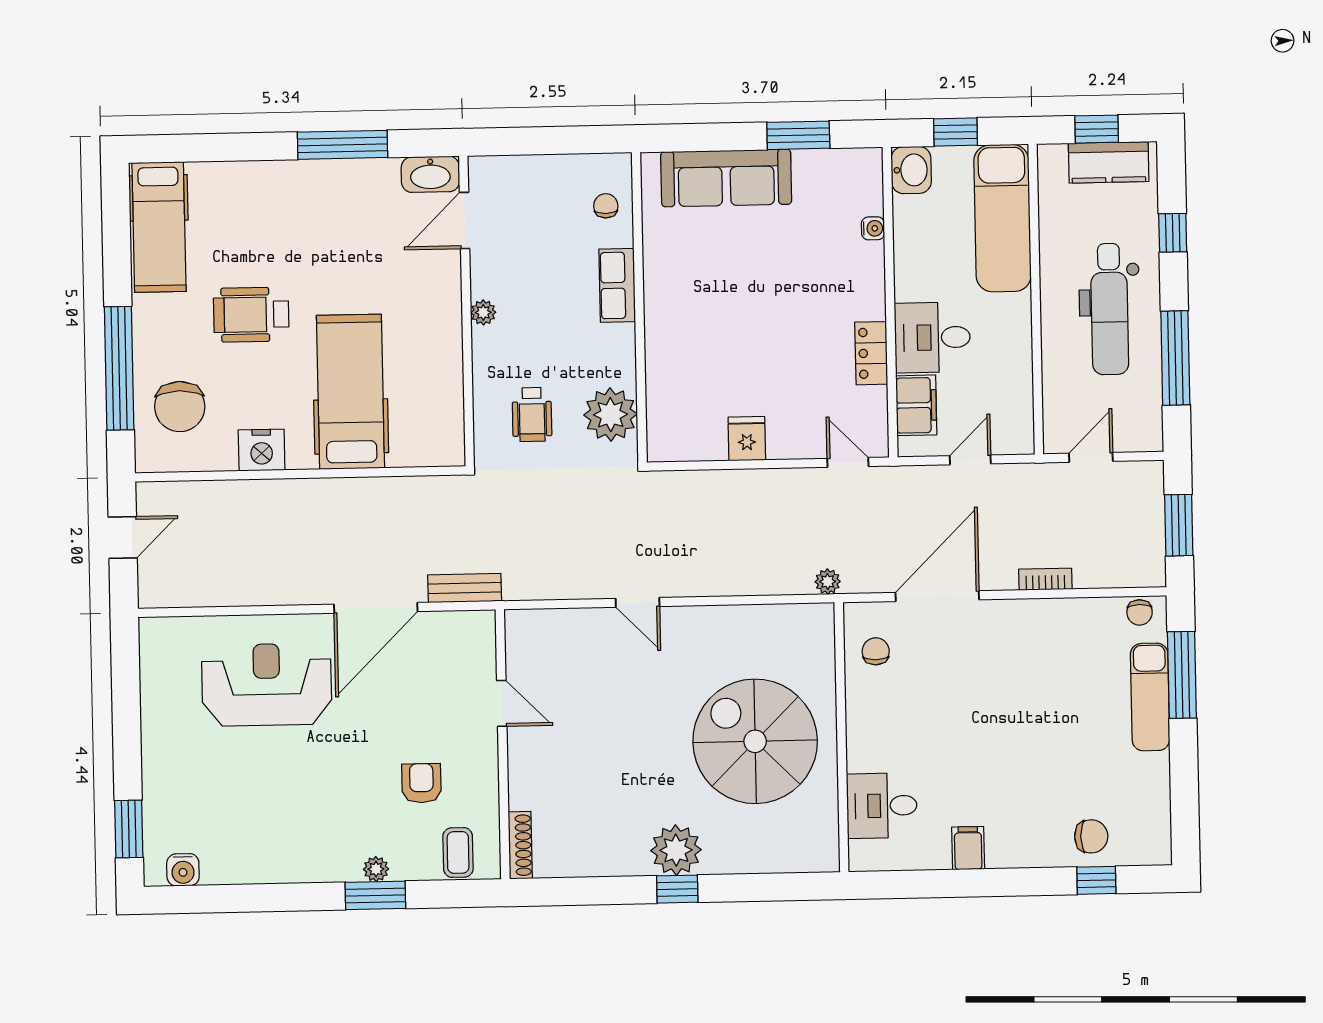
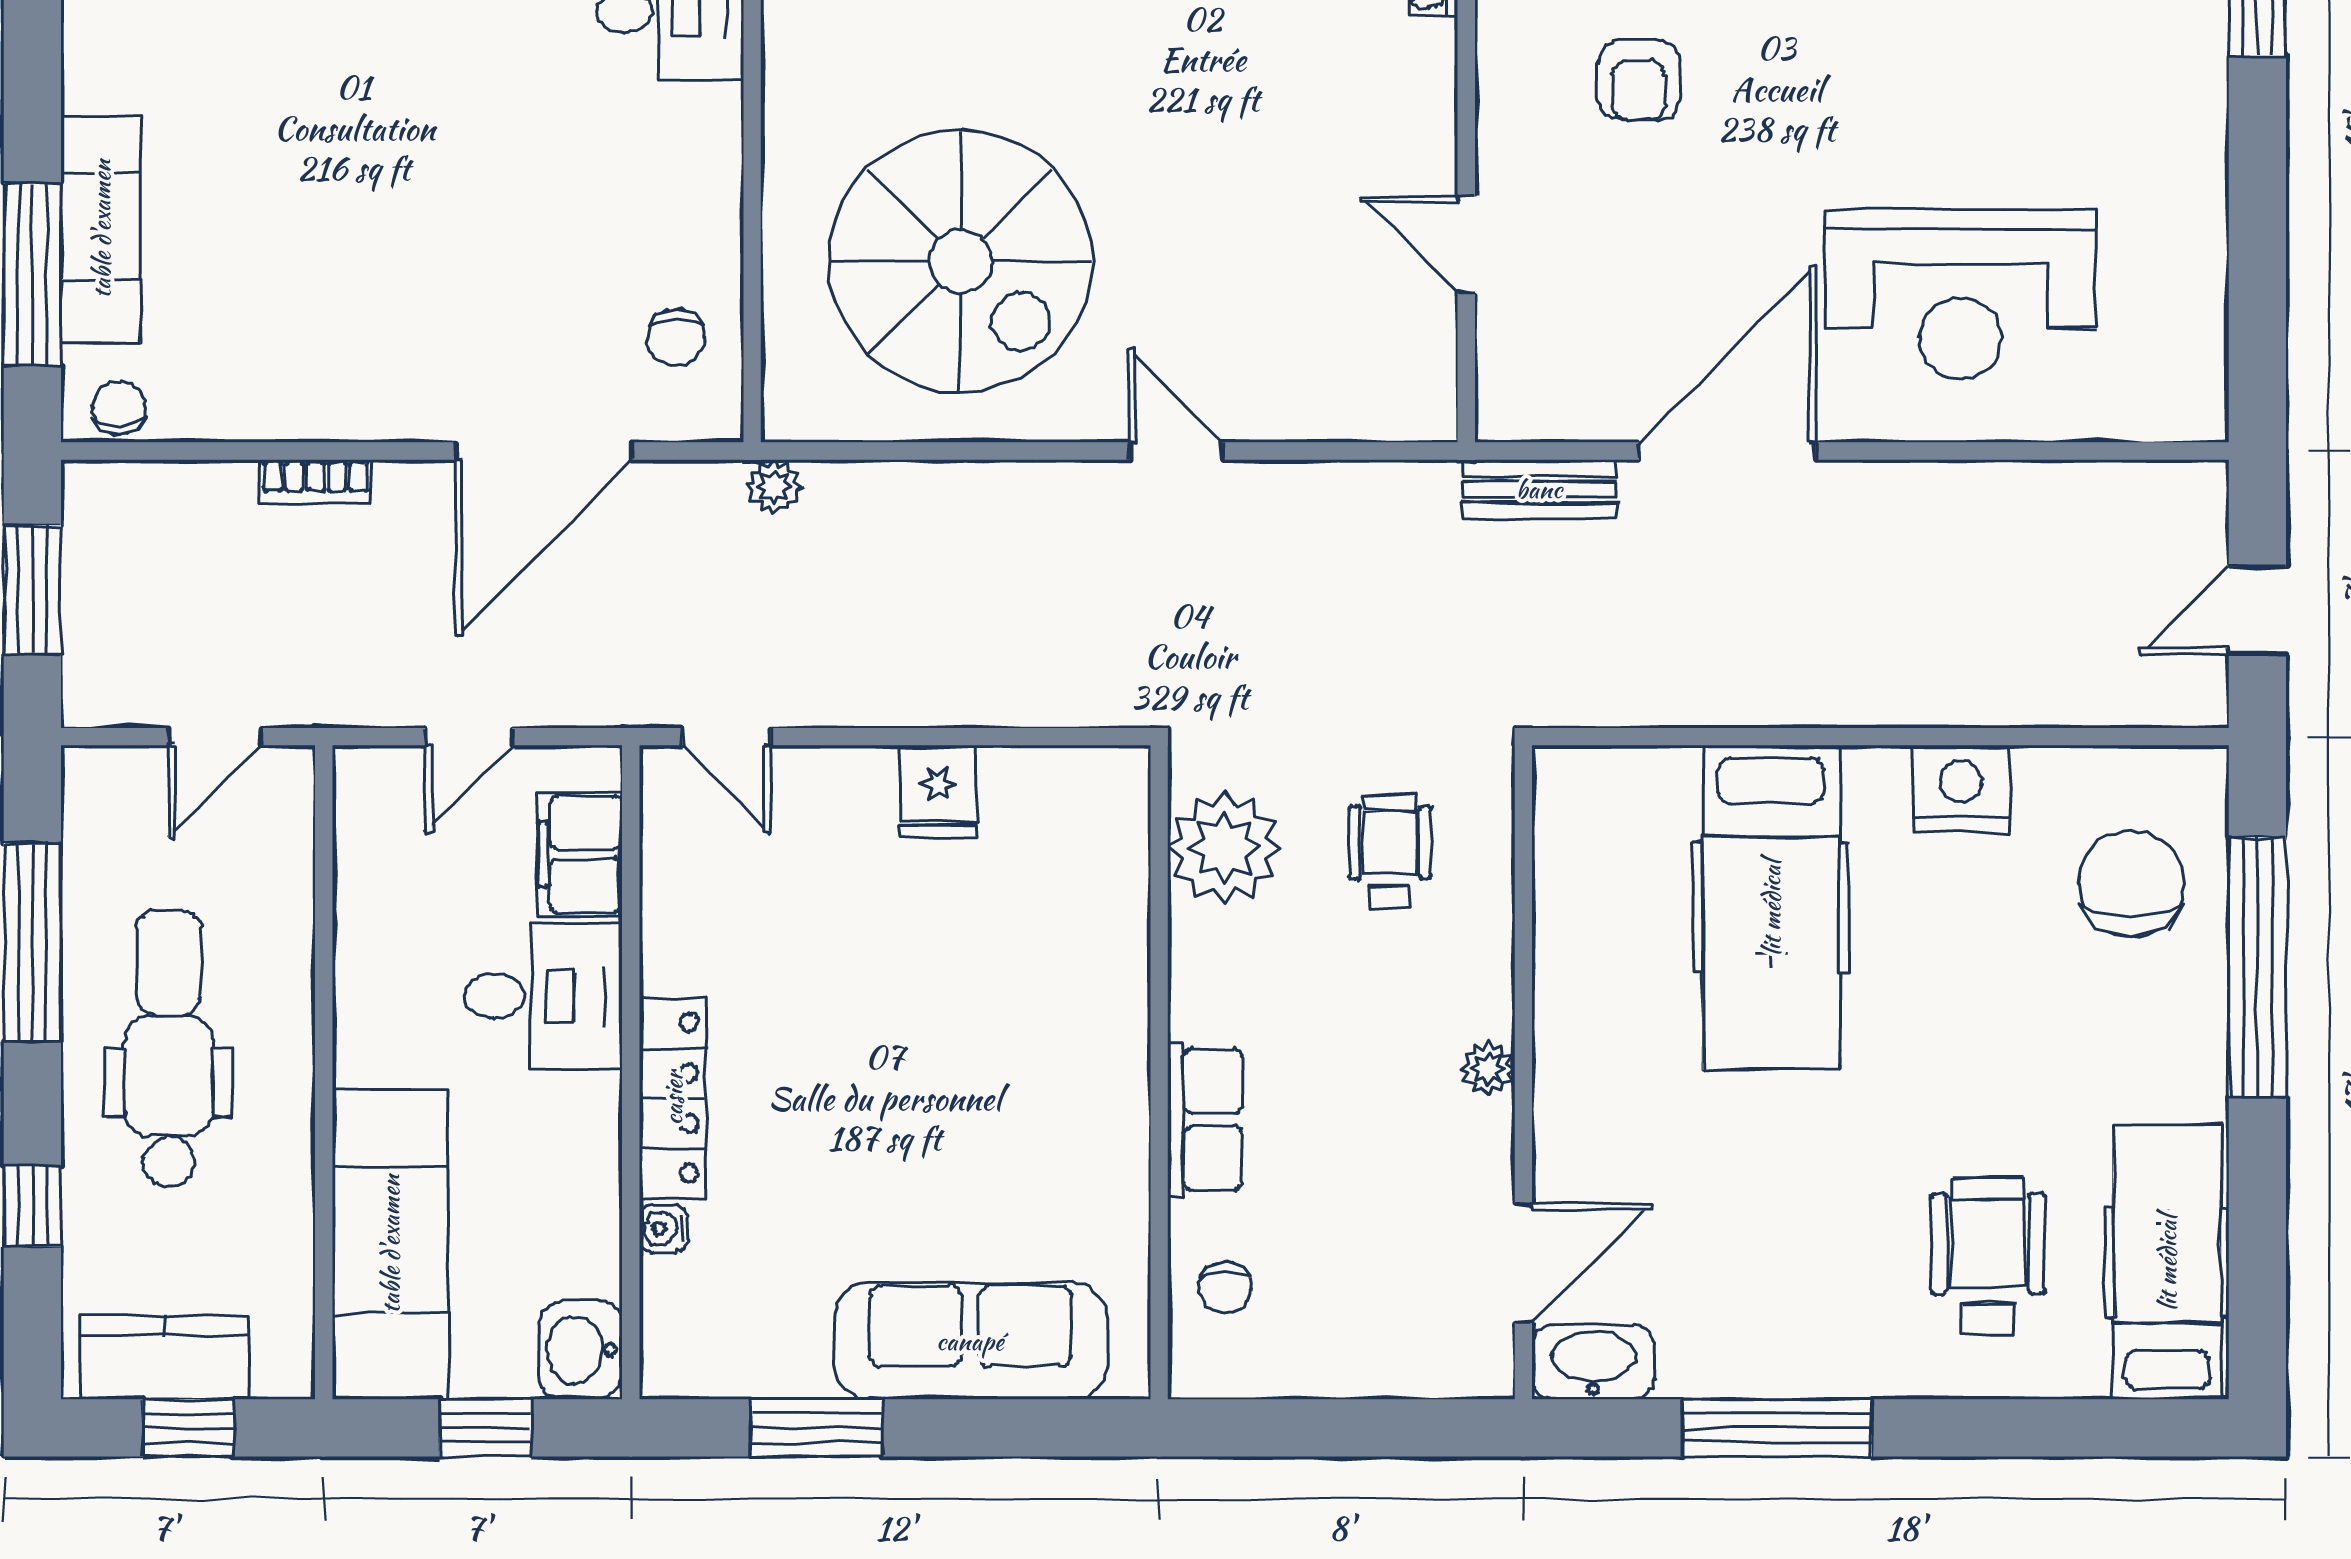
wheelchair: (251, 315) -> (1988, 1256), moved, turned -90
locker: (871, 353) -> (673, 1098), moved, width x1.53
spiral stairs: (755, 741) -> (961, 261), moved

